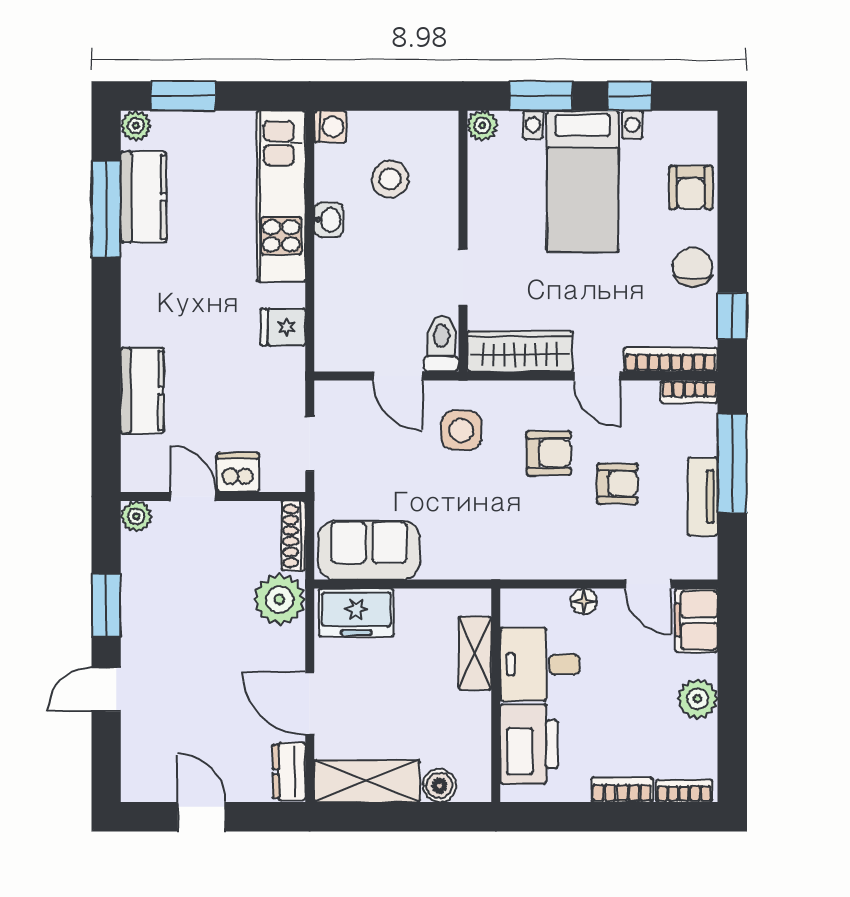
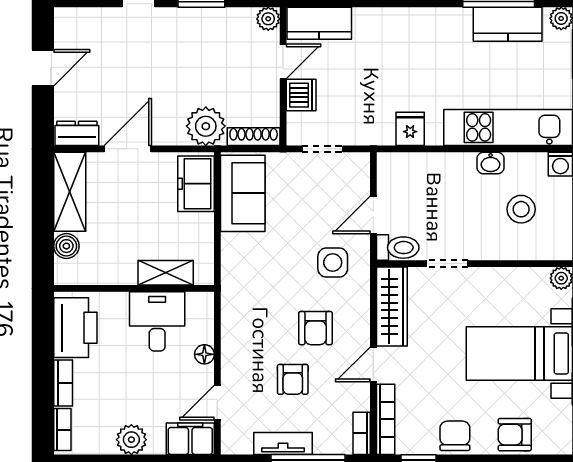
chair: (692, 267) -> (455, 436), turned -90
kitchen counter: (142, 391) -> (319, 23), moved
printer: (529, 744) -> (75, 328), moved, turned -90

